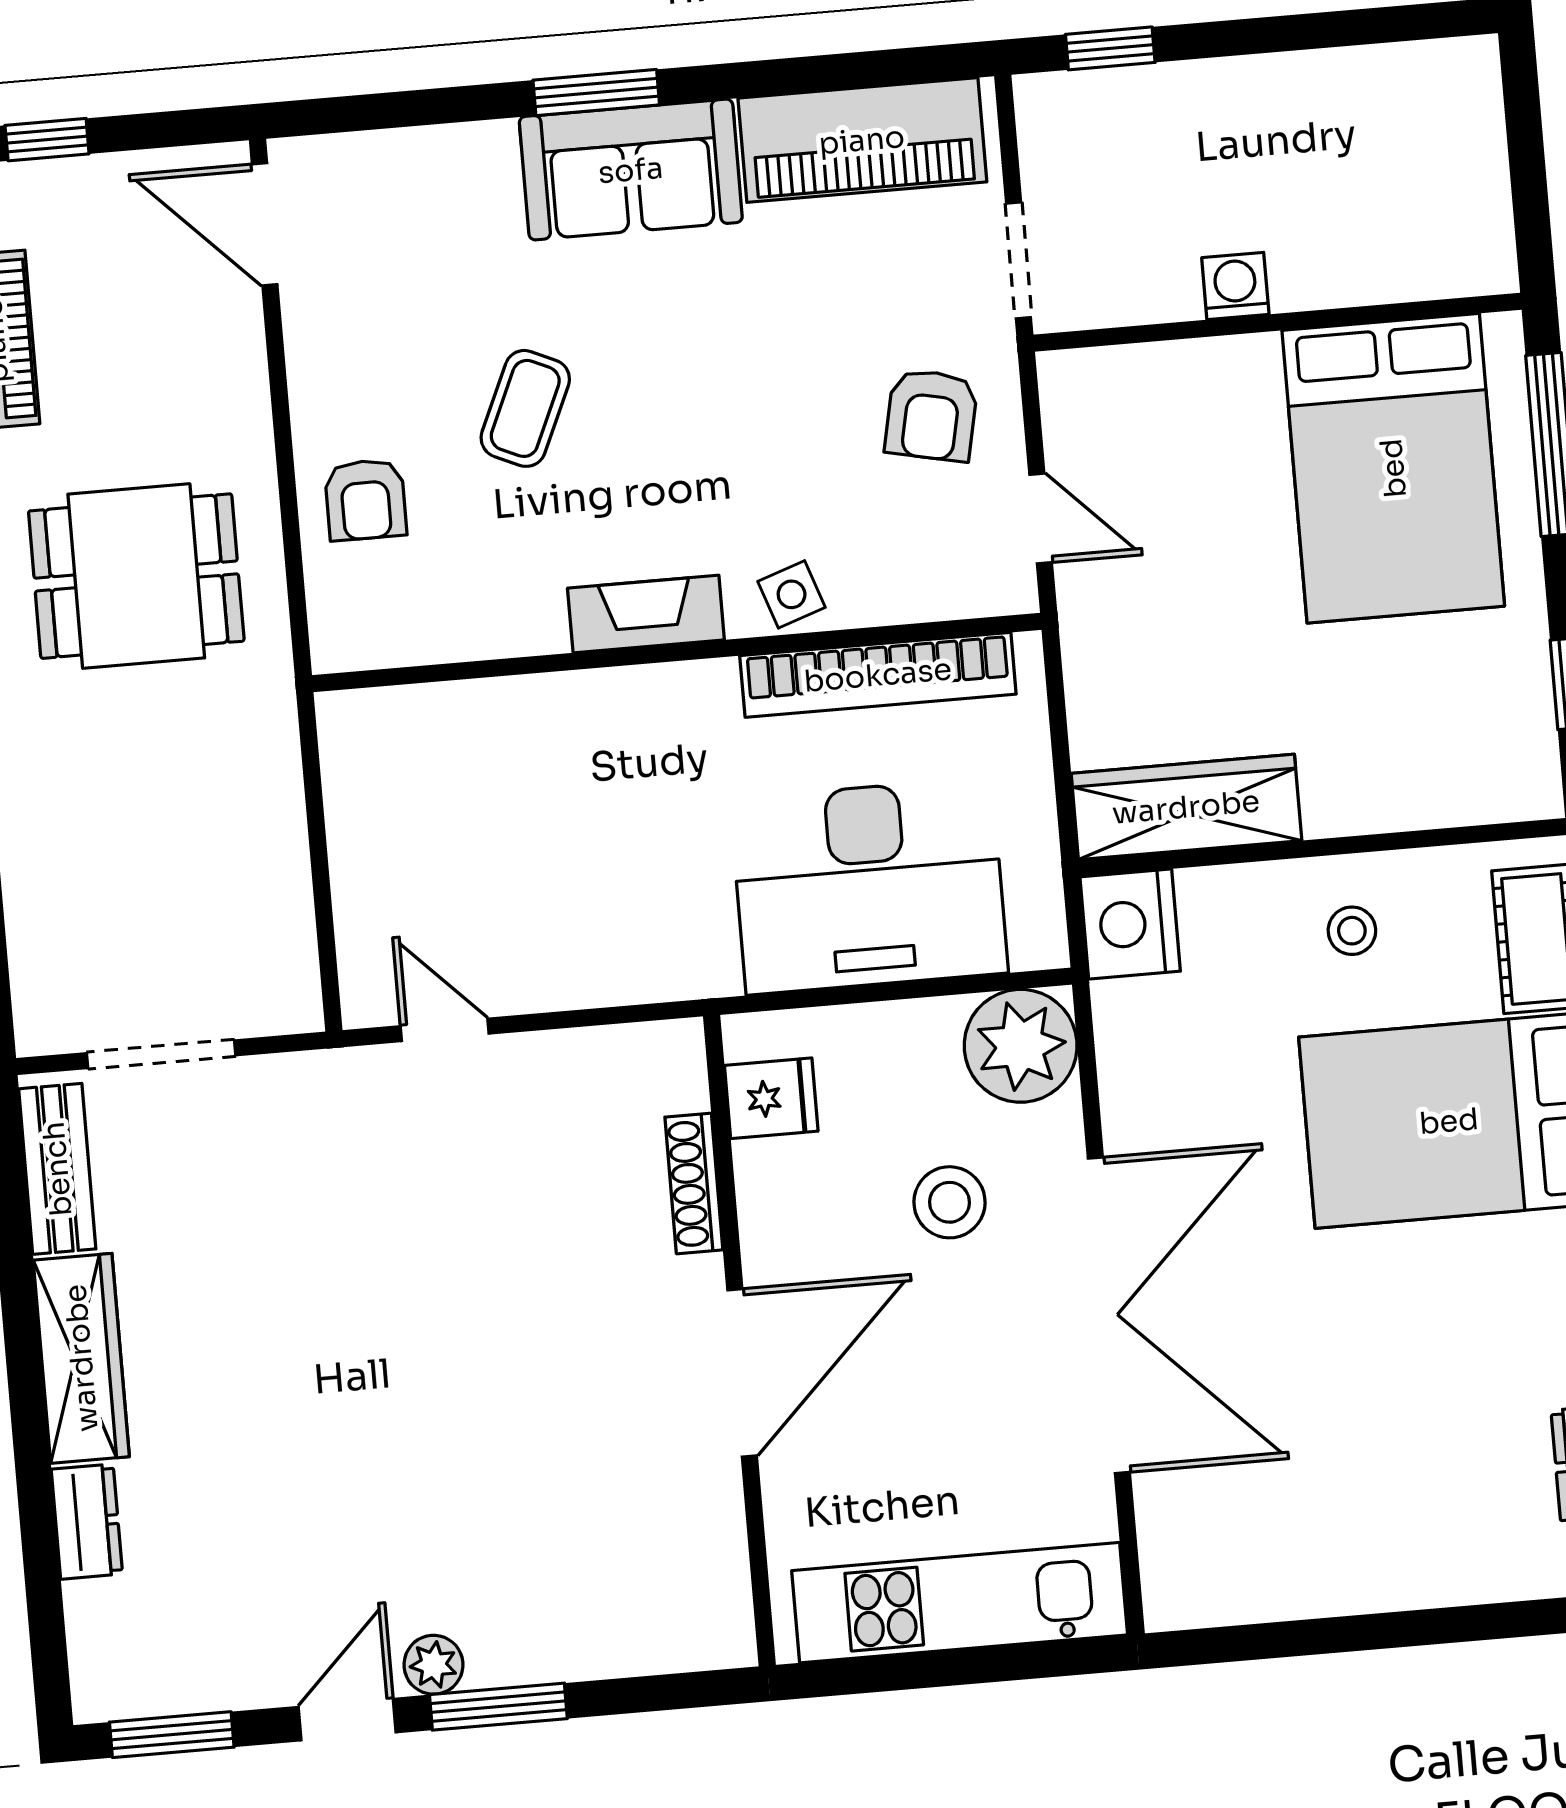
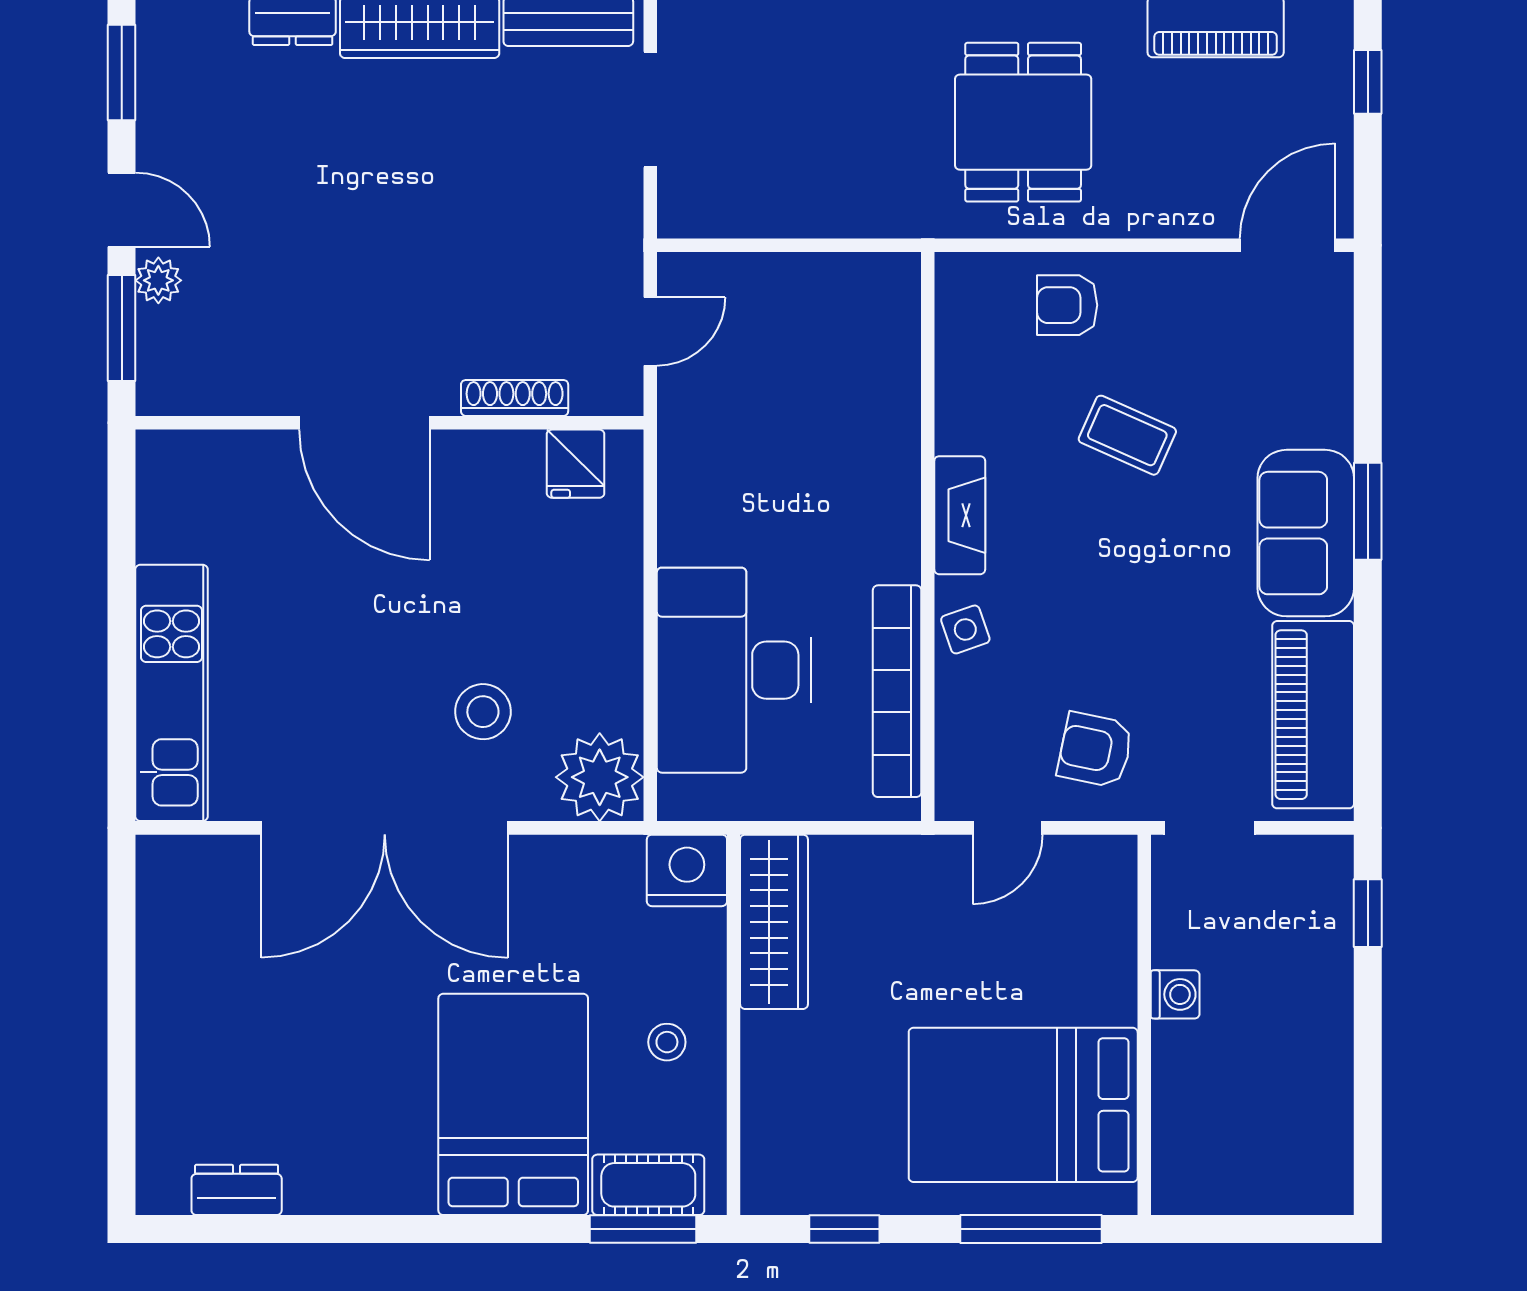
fridge: (771, 1098) -> (576, 464), moved
shoe rack: (694, 1183) -> (515, 398), moved
wall: (739, 1341) -> (390, 423), moved
door: (742, 1373) -> (364, 423), moved

